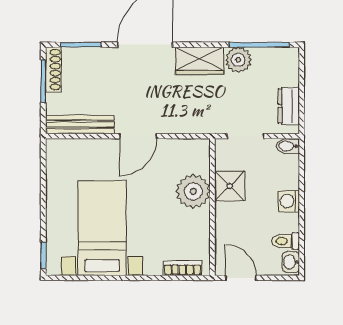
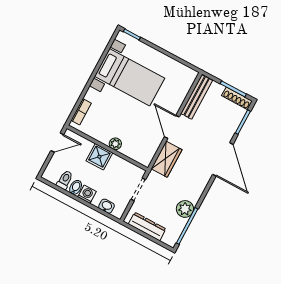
wardrobe: (200, 61) -> (167, 159), moved, turned 180
dresser: (289, 106) -> (147, 227), width x1.44
bidet: (288, 146) -> (76, 187), moved
shower: (230, 186) -> (99, 157), moved
plant: (193, 191) -> (115, 144), width x0.53, depth x0.53
washbasin: (291, 262) -> (107, 206), moved

